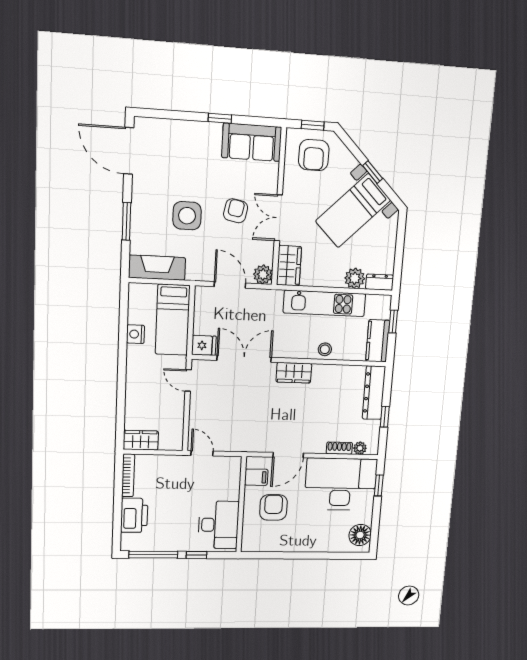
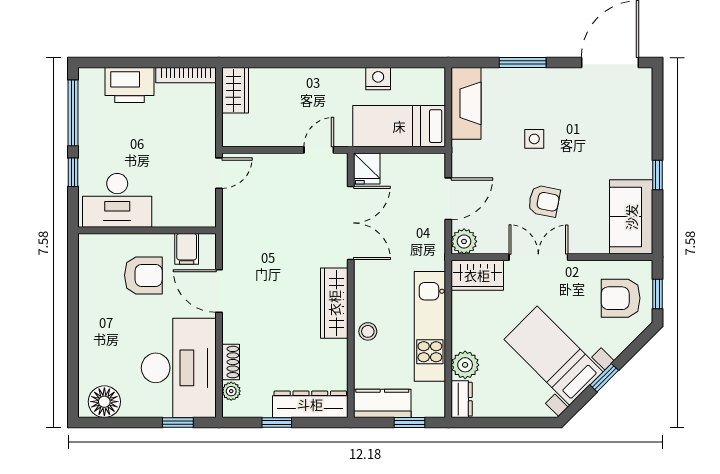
side table: (187, 216) -> (534, 139), width x0.54, depth x0.54
wardrobe: (294, 373) -> (334, 303), width x1.50

